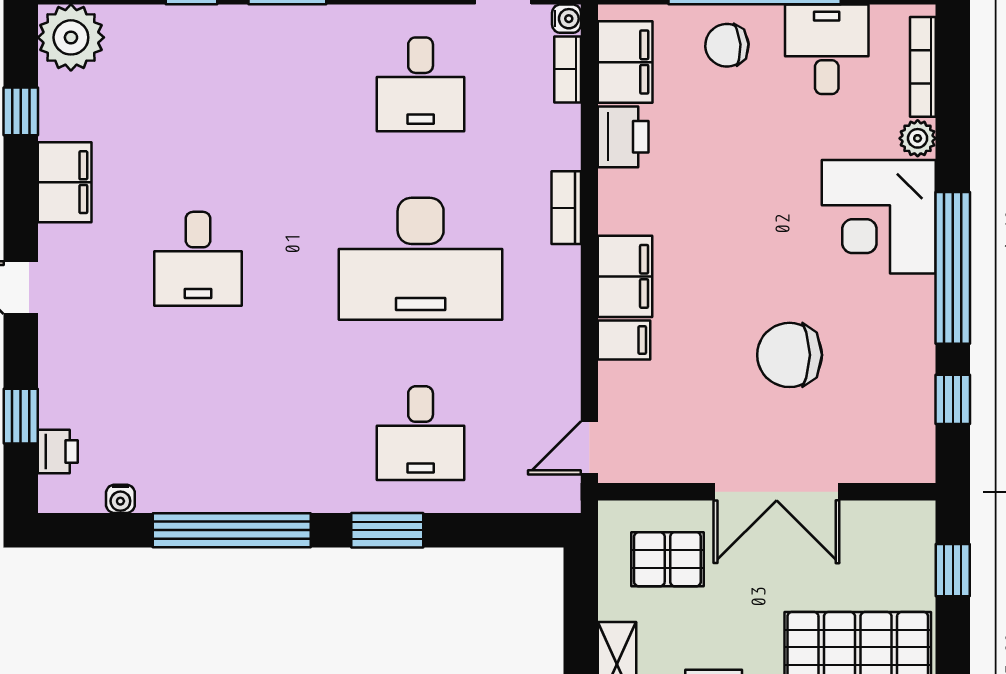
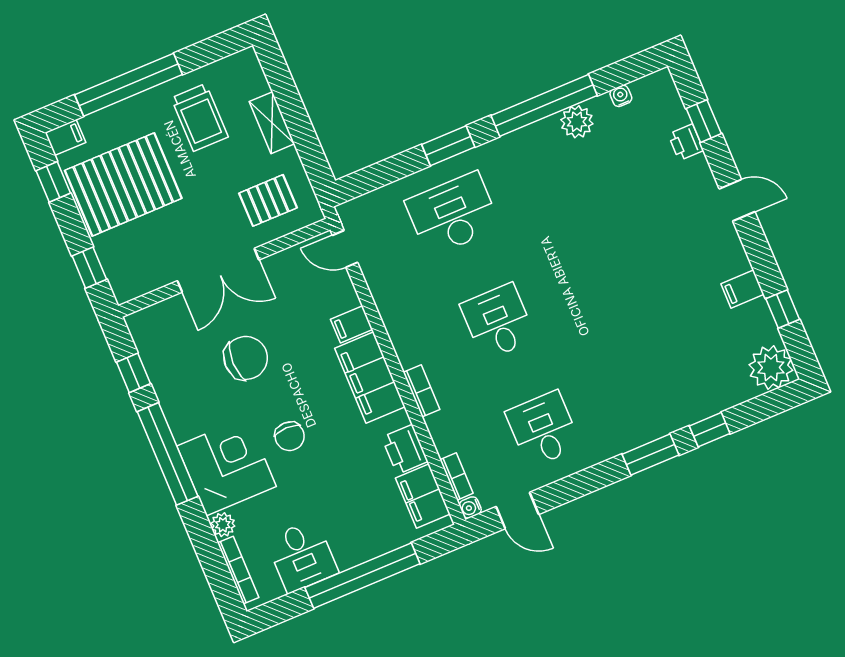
chair: (727, 45) -> (290, 436), moved, turned 94
filing cabinet: (65, 182) -> (743, 289), width x0.50
desk: (198, 259) -> (635, 264), removed
desk: (421, 259) -> (498, 322), width x0.53, depth x0.77
filing cabinet: (625, 276) -> (370, 378), width x1.50, depth x1.17
desk: (421, 433) -> (453, 214), width x1.37
door: (589, 448) -> (345, 249), swing flipped
printer: (58, 451) -> (686, 142), moved
plant: (196, 489) -> (577, 122), added
double door: (777, 492) -> (218, 270), swing flipped

